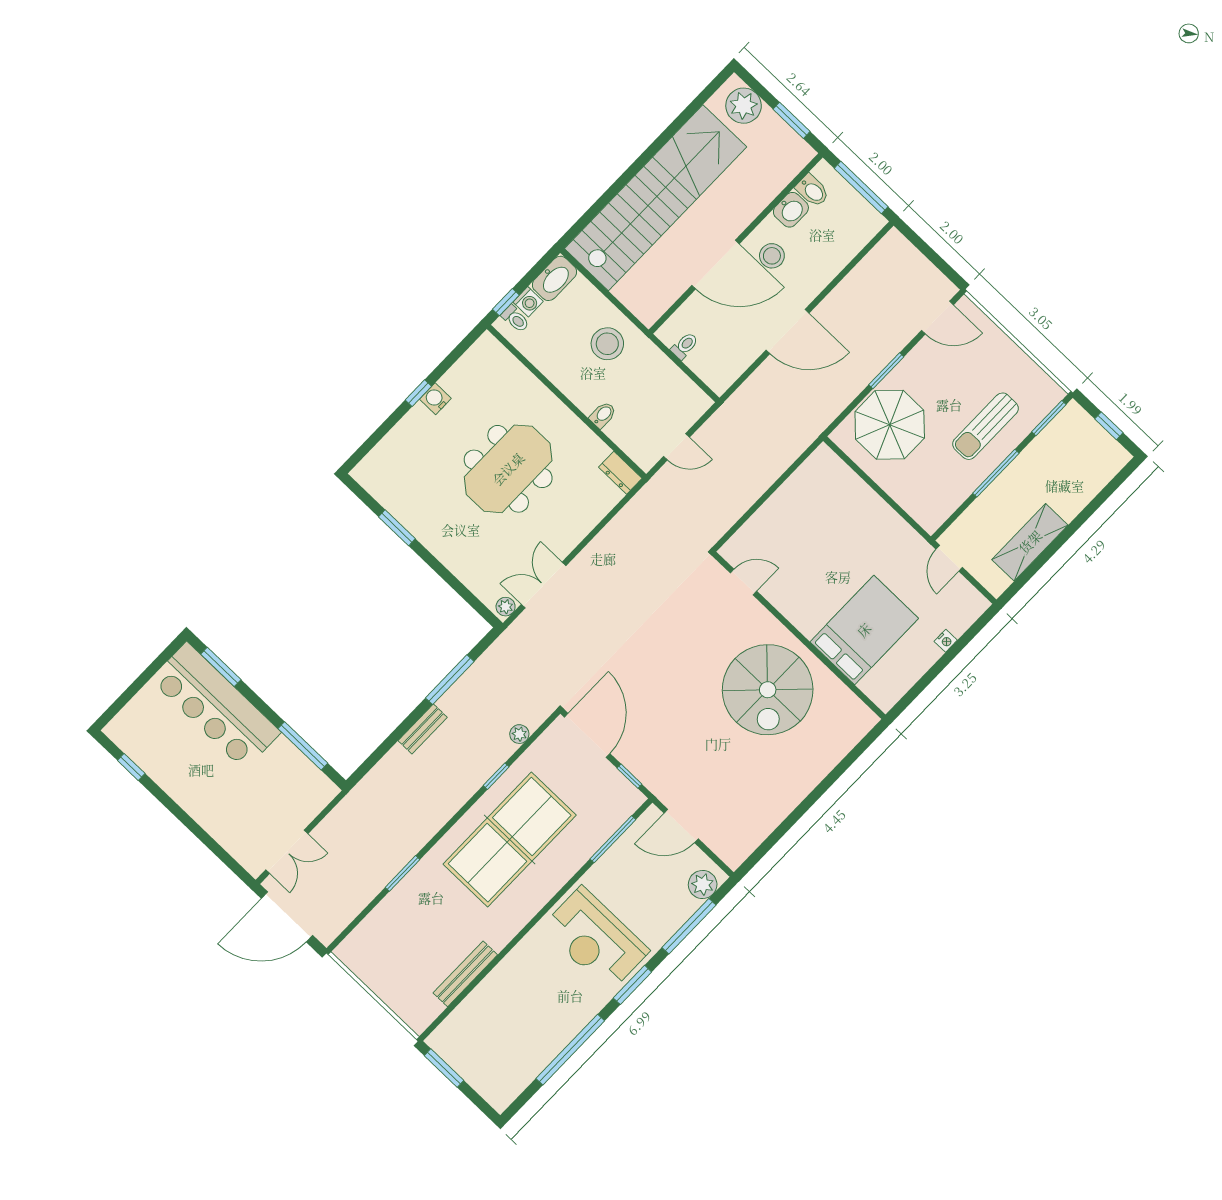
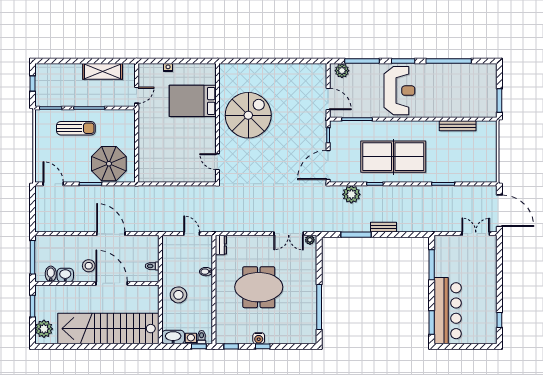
window: (462, 348) -> (231, 346), added
window: (397, 528) -> (319, 307), width x2.11
plant: (519, 734) -> (351, 194), width x1.87, depth x1.87

